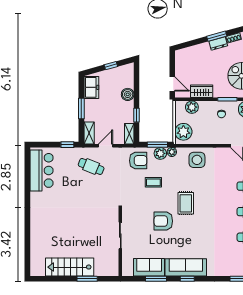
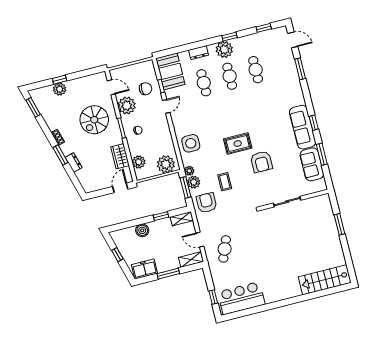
dresser: (218, 44) -> (74, 162), moved
window: (67, 145) -> (213, 297), moved
stairs: (70, 267) -> (325, 280), moved, turned 90

